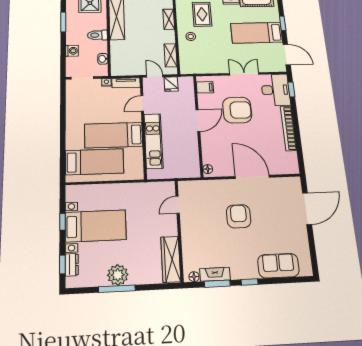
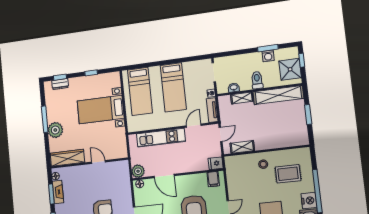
shelving: (169, 19) -> (242, 98), moved
washing machine: (72, 51) -> (268, 56), moved
fridge: (171, 84) -> (216, 163), moved
door: (142, 103) -> (194, 126), hinge flipped
door: (198, 121) -> (164, 176), moved
bed: (114, 135) -> (173, 87), moved, turned 180
plant: (192, 170) -> (138, 171), added
door: (178, 205) -> (98, 162), moved
bed with nightstands: (96, 226) -> (101, 110), moved, turned 90
plant: (118, 275) -> (55, 130), moved

